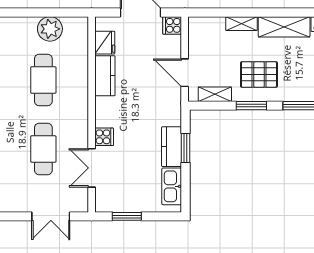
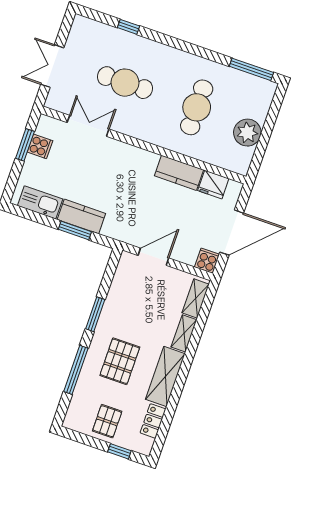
pallet: (259, 74) -> (120, 361), moved
cafe table: (43, 80) -> (197, 107), turned 90
shelving: (215, 94) -> (196, 298), moved
cooker: (104, 137) -> (40, 146), moved, turned -90

